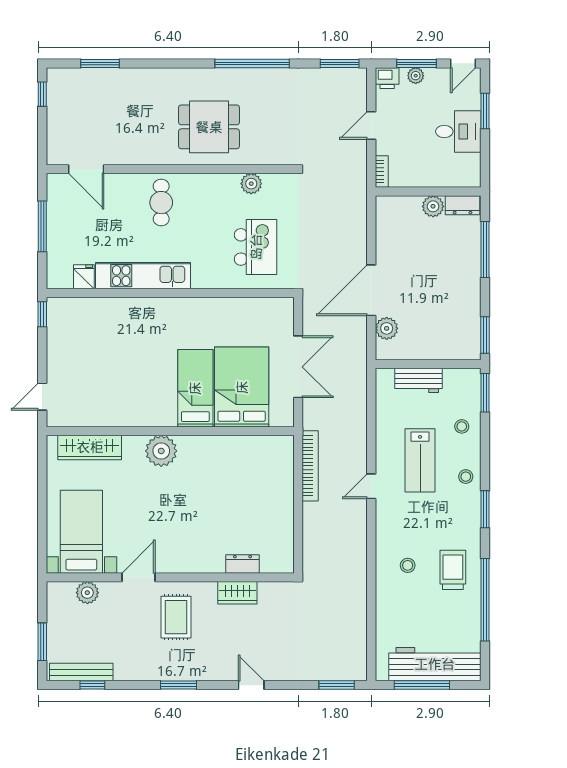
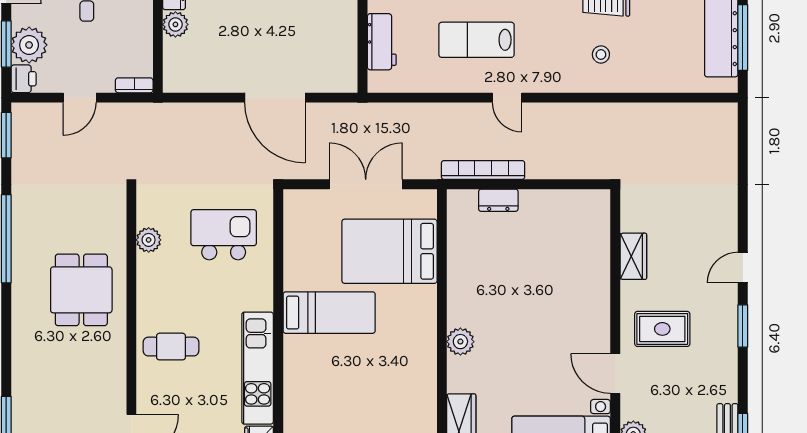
plant: (416, 76) -> (29, 45), width x1.88, depth x1.88
door: (371, 125) -> (80, 98), hinge flipped
plant: (387, 328) -> (320, 79), removed
bed: (195, 388) -> (329, 313), moved, turned 180
plant: (161, 451) -> (460, 342), width x0.73, depth x0.73
lab bench: (420, 460) -> (476, 40), turned 180
dresser: (243, 564) -> (498, 200), moved, turned -90
door: (251, 685) -> (743, 268), moved
window: (337, 685) -> (743, 139), removed

